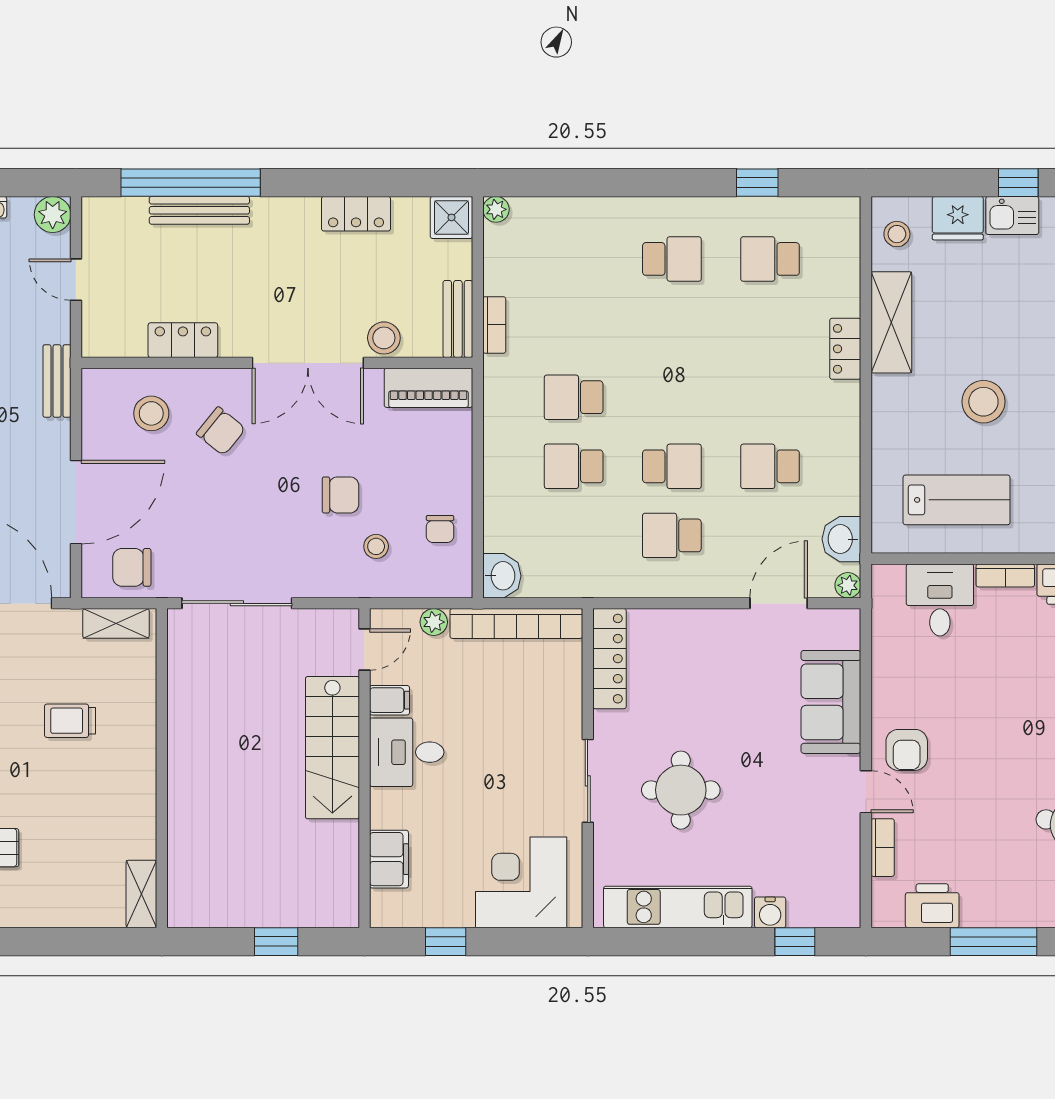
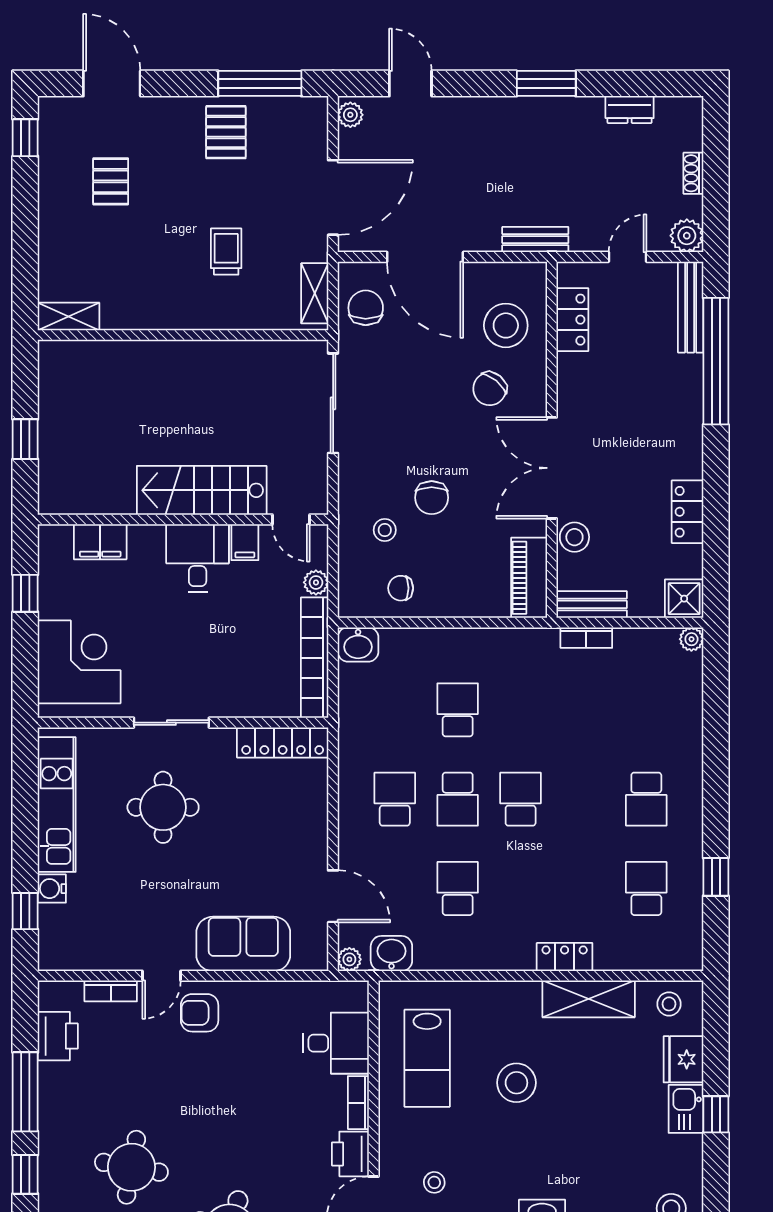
bench: (199, 210) -> (691, 307), moved
locker: (183, 340) -> (572, 320), moved
school desk: (574, 397) -> (521, 799), moved
stool: (151, 413) -> (506, 325), width x1.38, depth x1.38

